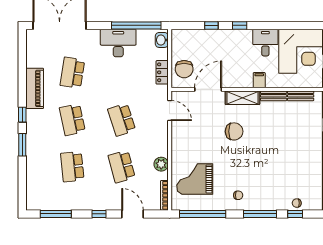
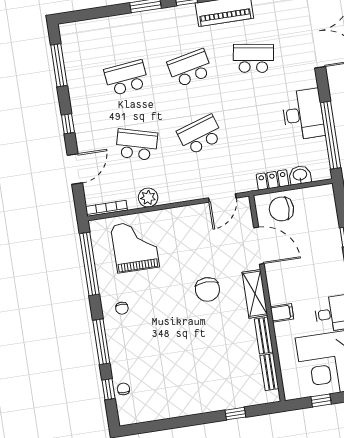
washbasin: (162, 40) -> (300, 175), moved
school desk: (122, 167) -> (137, 145), turned 30

